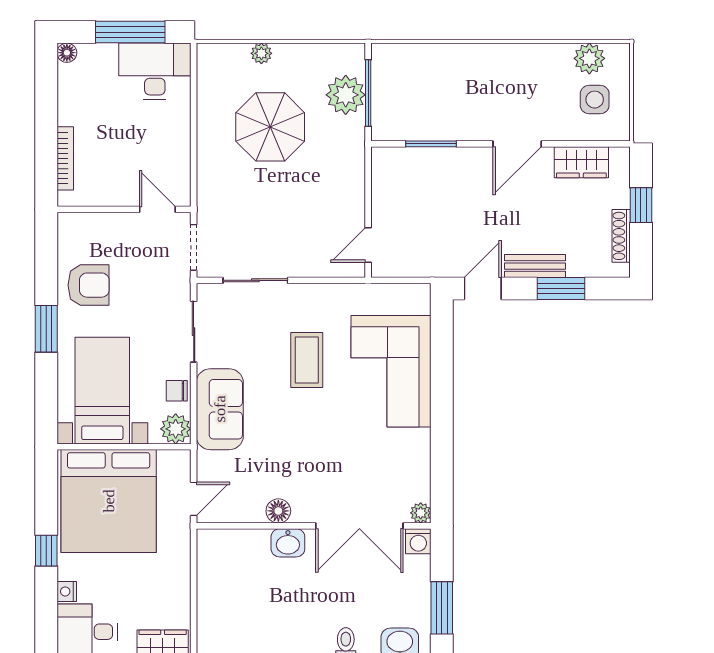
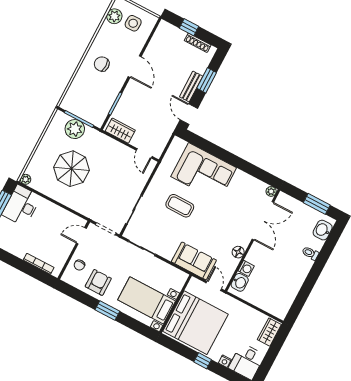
plant: (261, 53) -> (26, 179), moved
chair: (490, 81) -> (102, 64), added
wardrobe: (581, 162) -> (120, 131), moved, turned -90
chair: (177, 391) -> (79, 265), moved
sofa: (220, 409) -> (194, 261), moved
plant: (176, 429) -> (180, 278), removed
washing machine: (418, 541) -> (246, 268), moved
washbasin: (288, 543) -> (240, 282), moved

